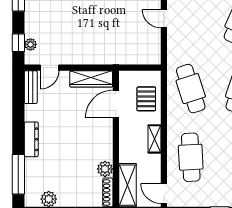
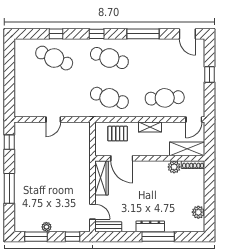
plant: (30, 44) -> (46, 227), moved
cafe table: (191, 89) -> (109, 98), turned 36
window: (18, 174) -> (158, 237), moved

